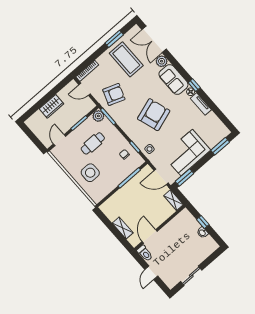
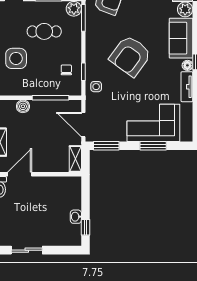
armchair: (154, 115) -> (130, 56), turned 144
window: (220, 146) -> (153, 146), moved
corner sofa: (187, 153) -> (153, 123), moved
boiler: (118, 196) -> (23, 106), added
window: (203, 222) -> (85, 227), moved

